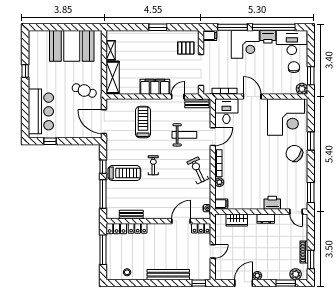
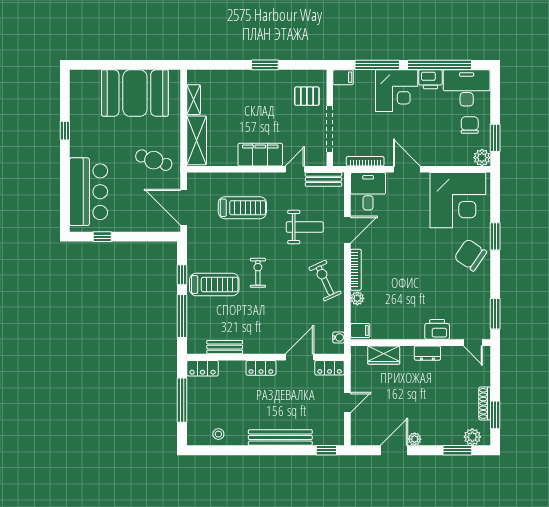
treadmill: (143, 122) -> (242, 208), turned 90
locker: (138, 228) -> (261, 368), moved

